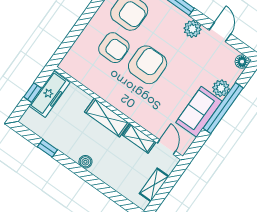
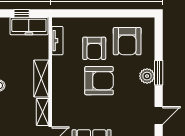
plant: (192, 29) -> (147, 76), moved
tv unit: (82, 77) -> (57, 41), added

